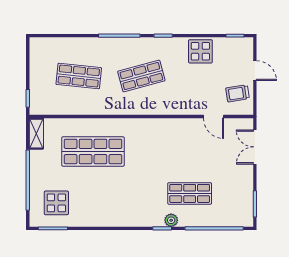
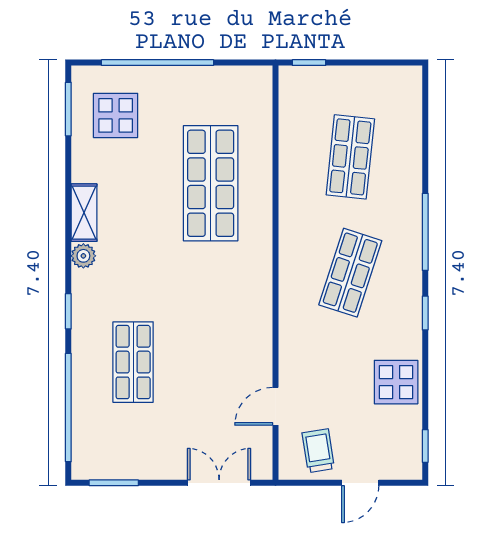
shop shelf: (141, 76) -> (350, 273), turned 33
shelving: (36, 134) -> (84, 213), moved, turned 90
plant: (171, 220) -> (83, 256), moved

